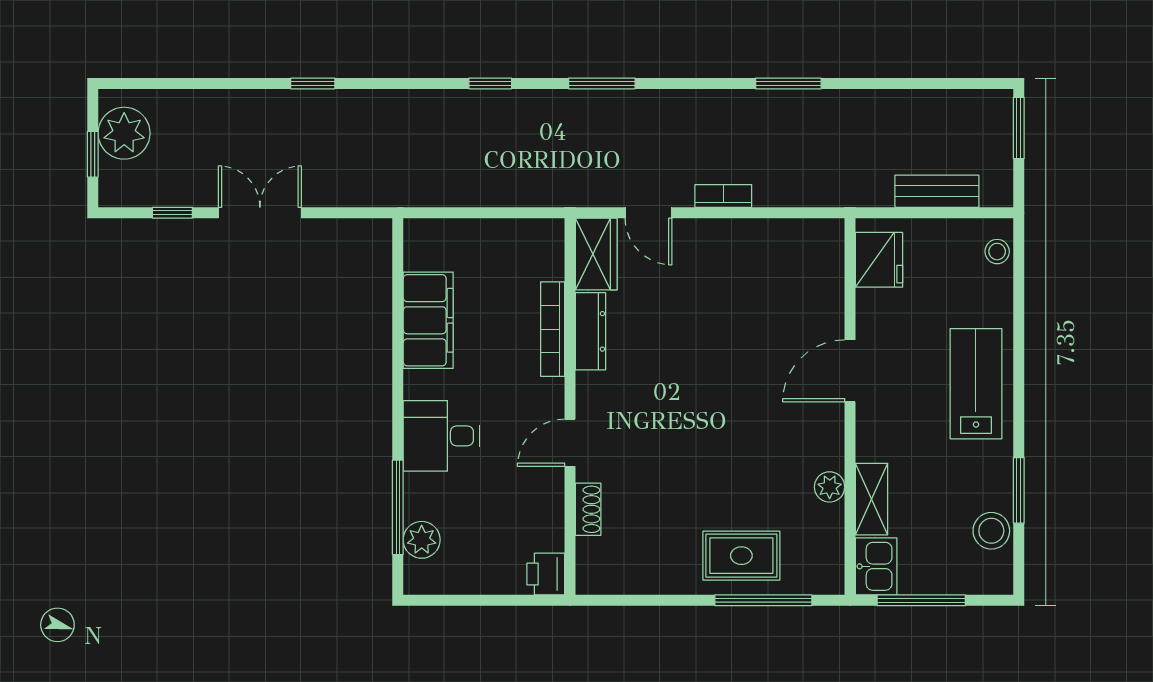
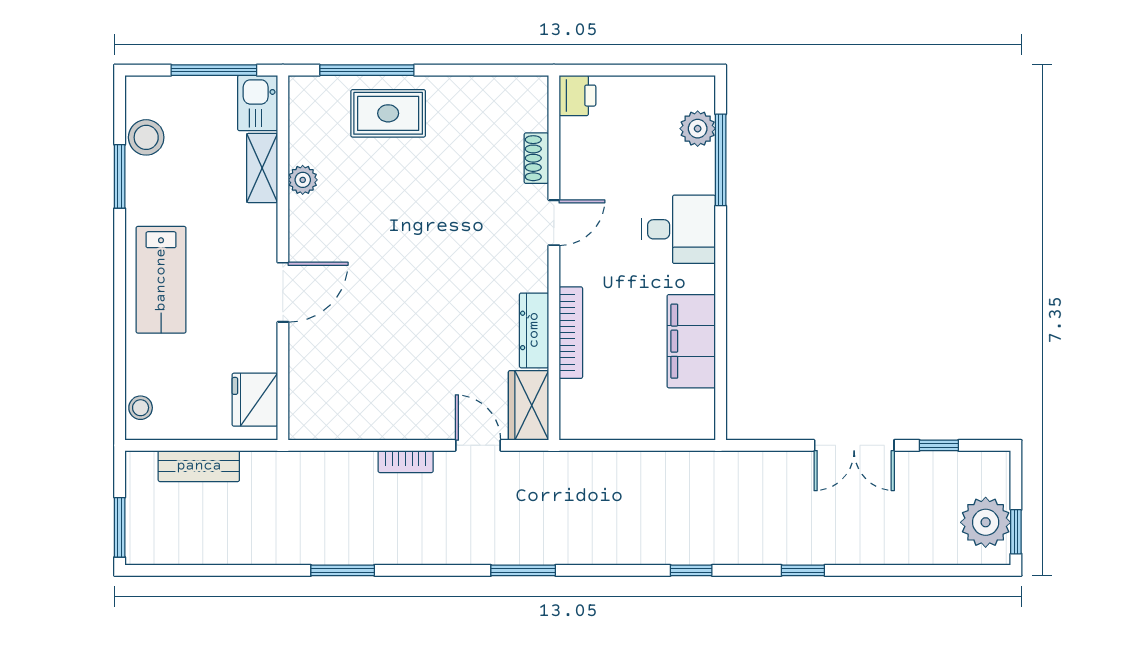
window: (490, 83) -> (691, 570), moved
window: (93, 154) -> (1016, 532), moved

